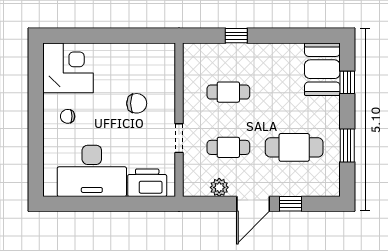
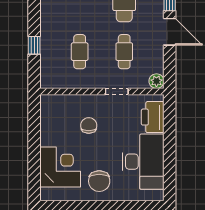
corner desk: (68, 68) -> (60, 167), moved, turned 90
chair: (68, 116) -> (99, 181), width x1.87, depth x1.87
plant: (219, 187) -> (156, 81), moved

